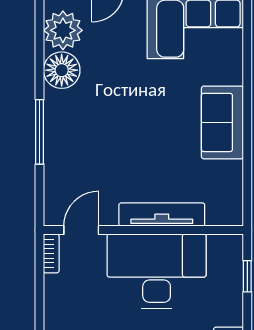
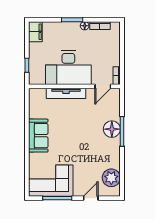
floor lamp: (62, 70) -> (112, 129), moved

